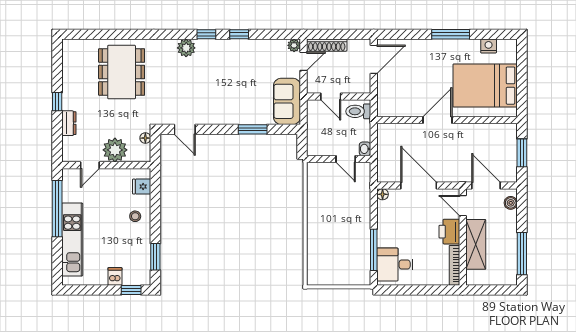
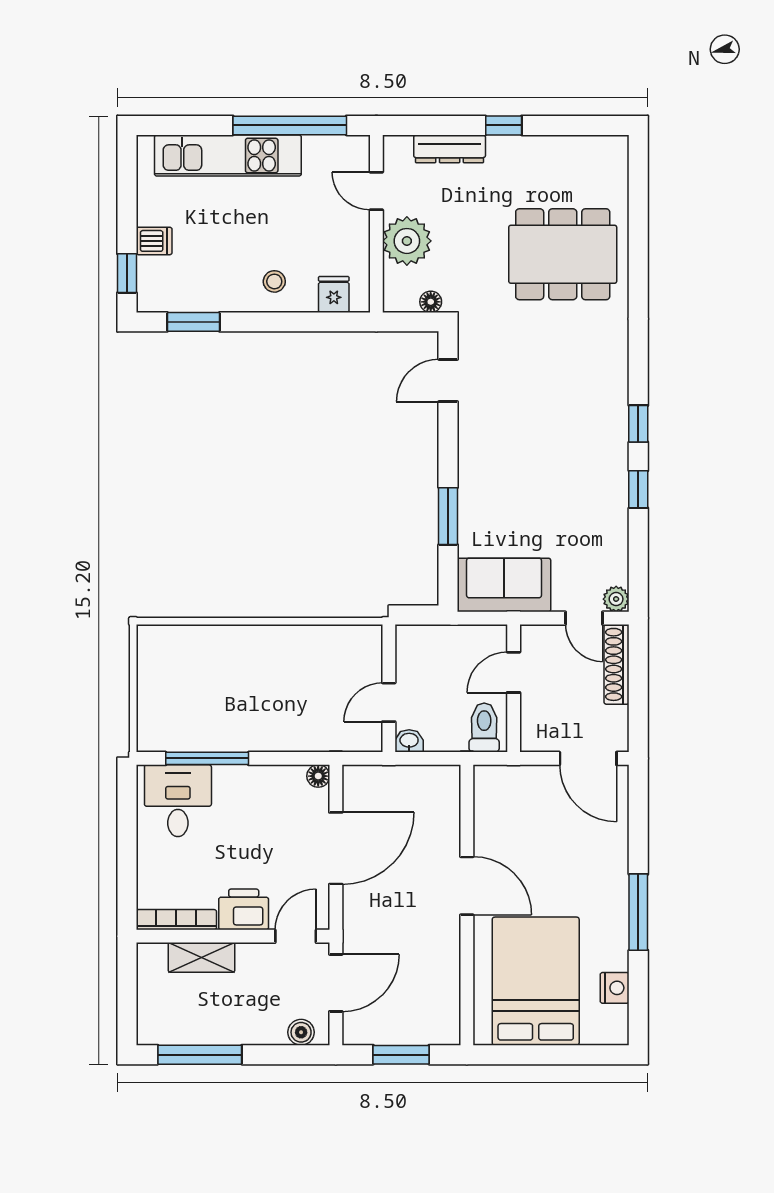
plant: (186, 48) -> (611, 383), removed
dresser: (69, 123) -> (450, 149), width x1.44
shelving: (476, 244) -> (201, 957), width x0.67, depth x0.75

